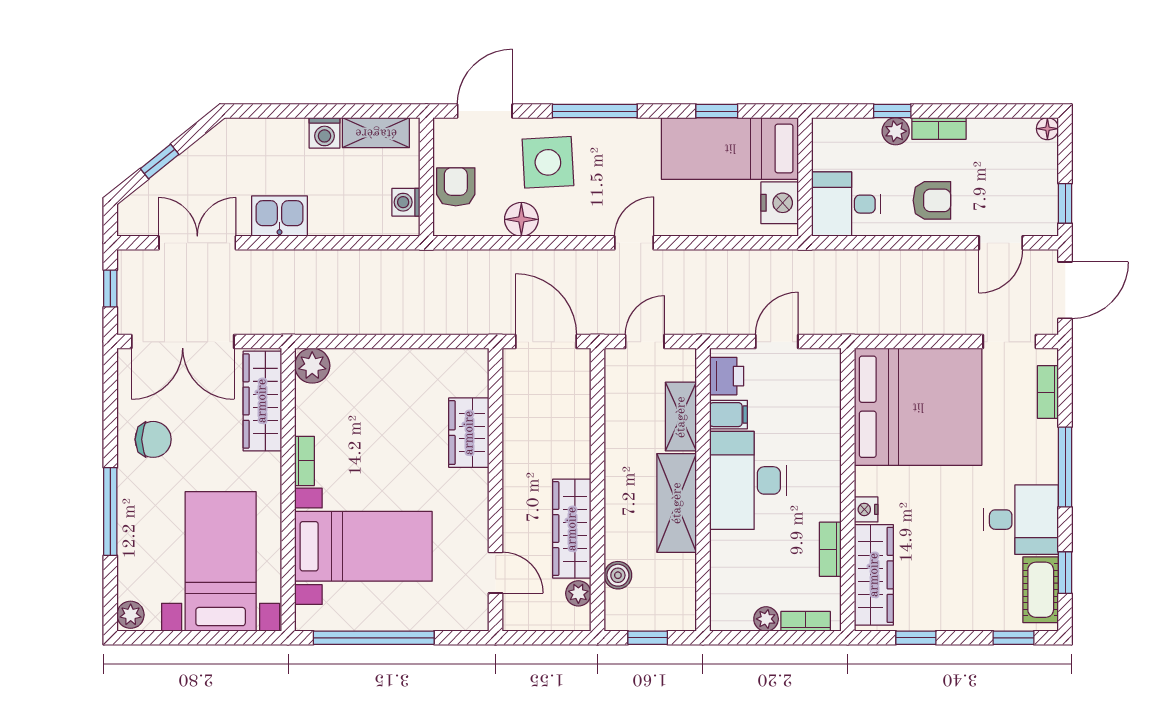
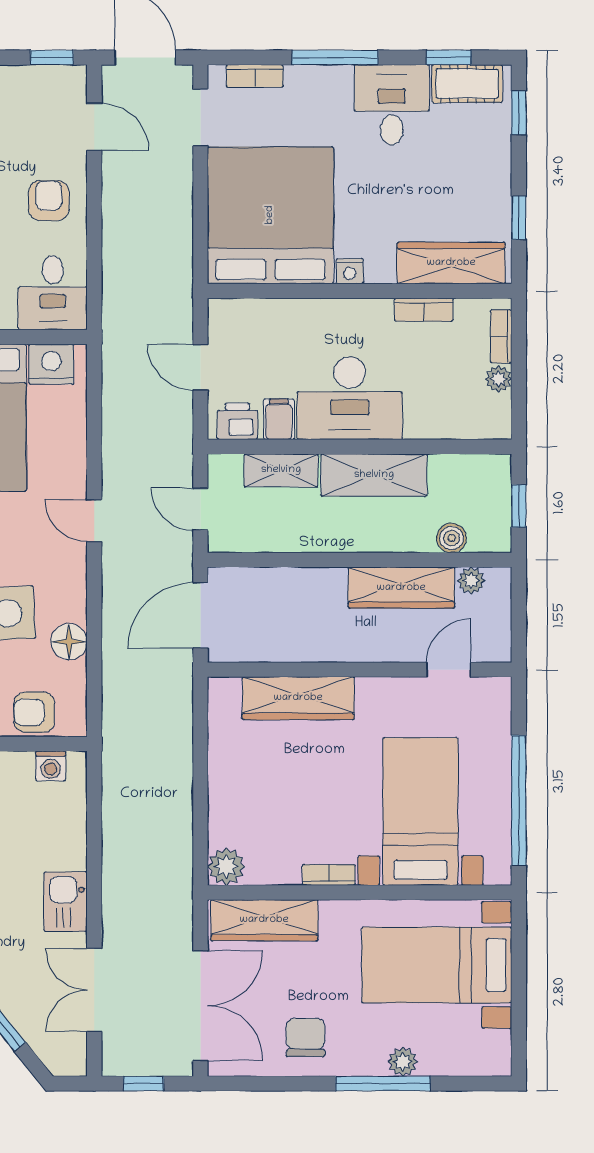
wardrobe: (469, 433) -> (298, 698), width x1.50
nightstand: (866, 509) -> (350, 271), moved
plant: (131, 615) -> (403, 1062), moved

